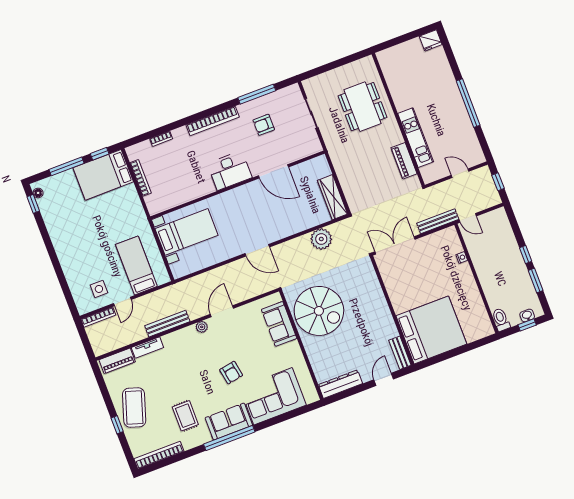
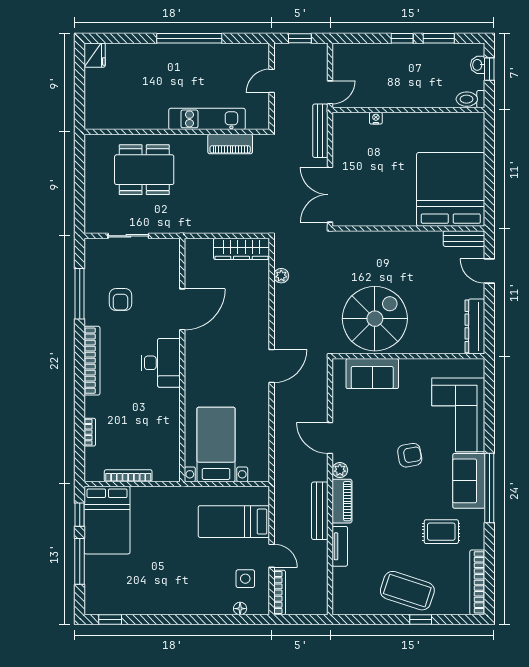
floor lamp: (38, 193) -> (240, 609), moved
plant: (321, 239) -> (281, 276), width x0.53, depth x0.53
piano: (117, 361) -> (342, 501), moved

